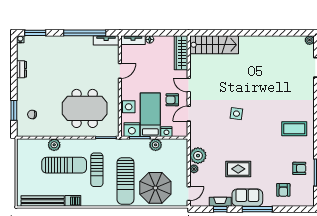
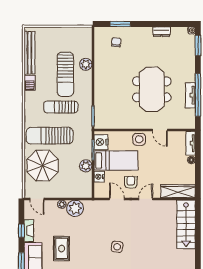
tv unit: (106, 40) -> (190, 95), moved
side table: (129, 107) -> (139, 139), moved
meeting table: (85, 108) -> (152, 89), moved

